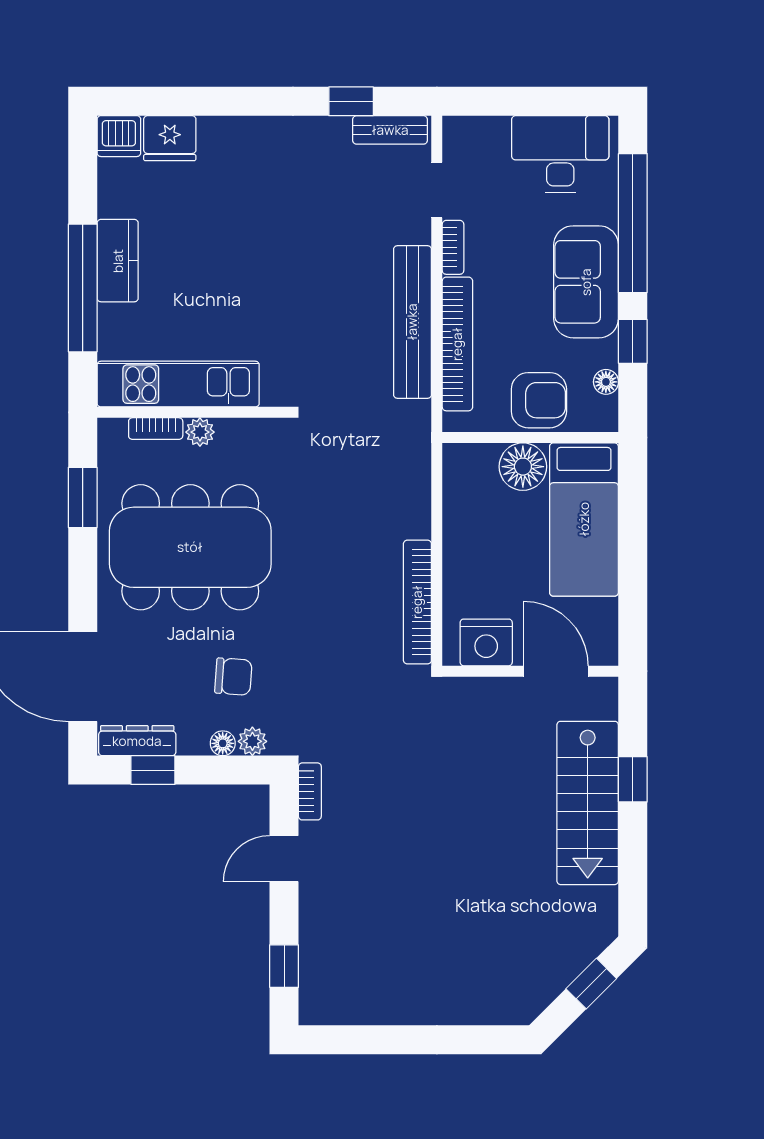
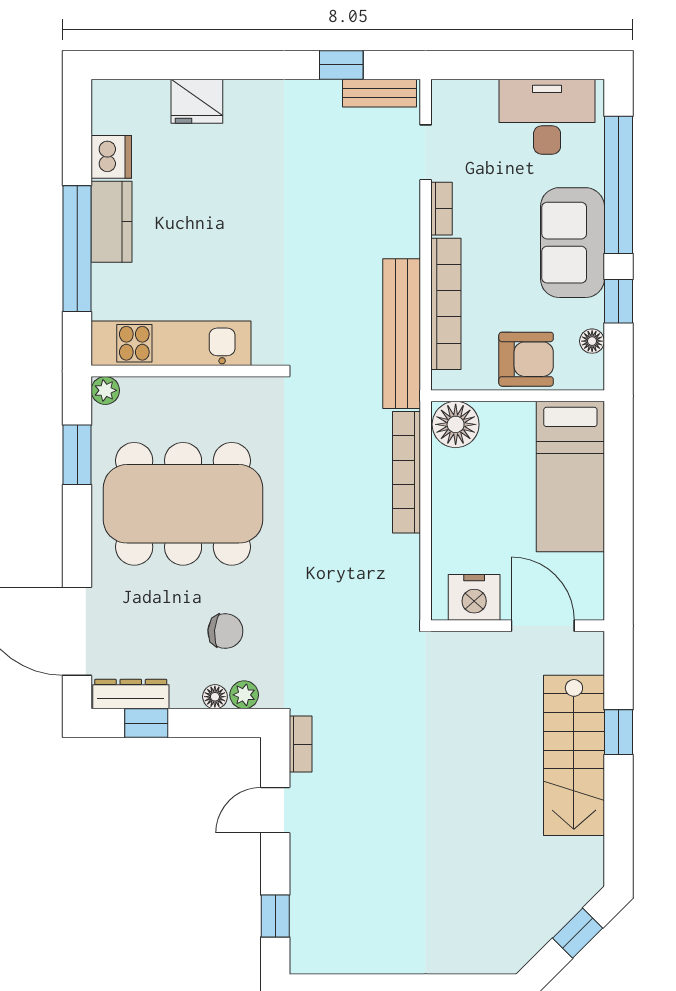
dishwasher: (119, 136) -> (111, 157), moved, turned -90
fridge: (170, 138) -> (197, 101), moved
bench: (412, 322) -> (402, 334), moved
bookcase: (156, 429) -> (149, 387), removed
plant: (200, 432) -> (105, 390), moved
floor lamp: (523, 467) -> (456, 424), moved
bookcase: (417, 602) -> (406, 472), moved

